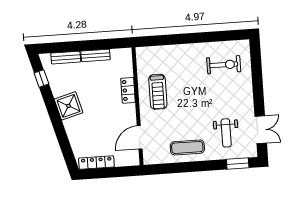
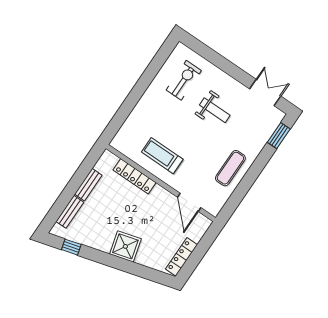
locker: (128, 90) -> (135, 176), width x1.53
treadmill: (158, 92) -> (162, 156), turned 180
shower: (69, 106) -> (125, 246), moved
weight bench: (226, 133) -> (215, 110), moved

